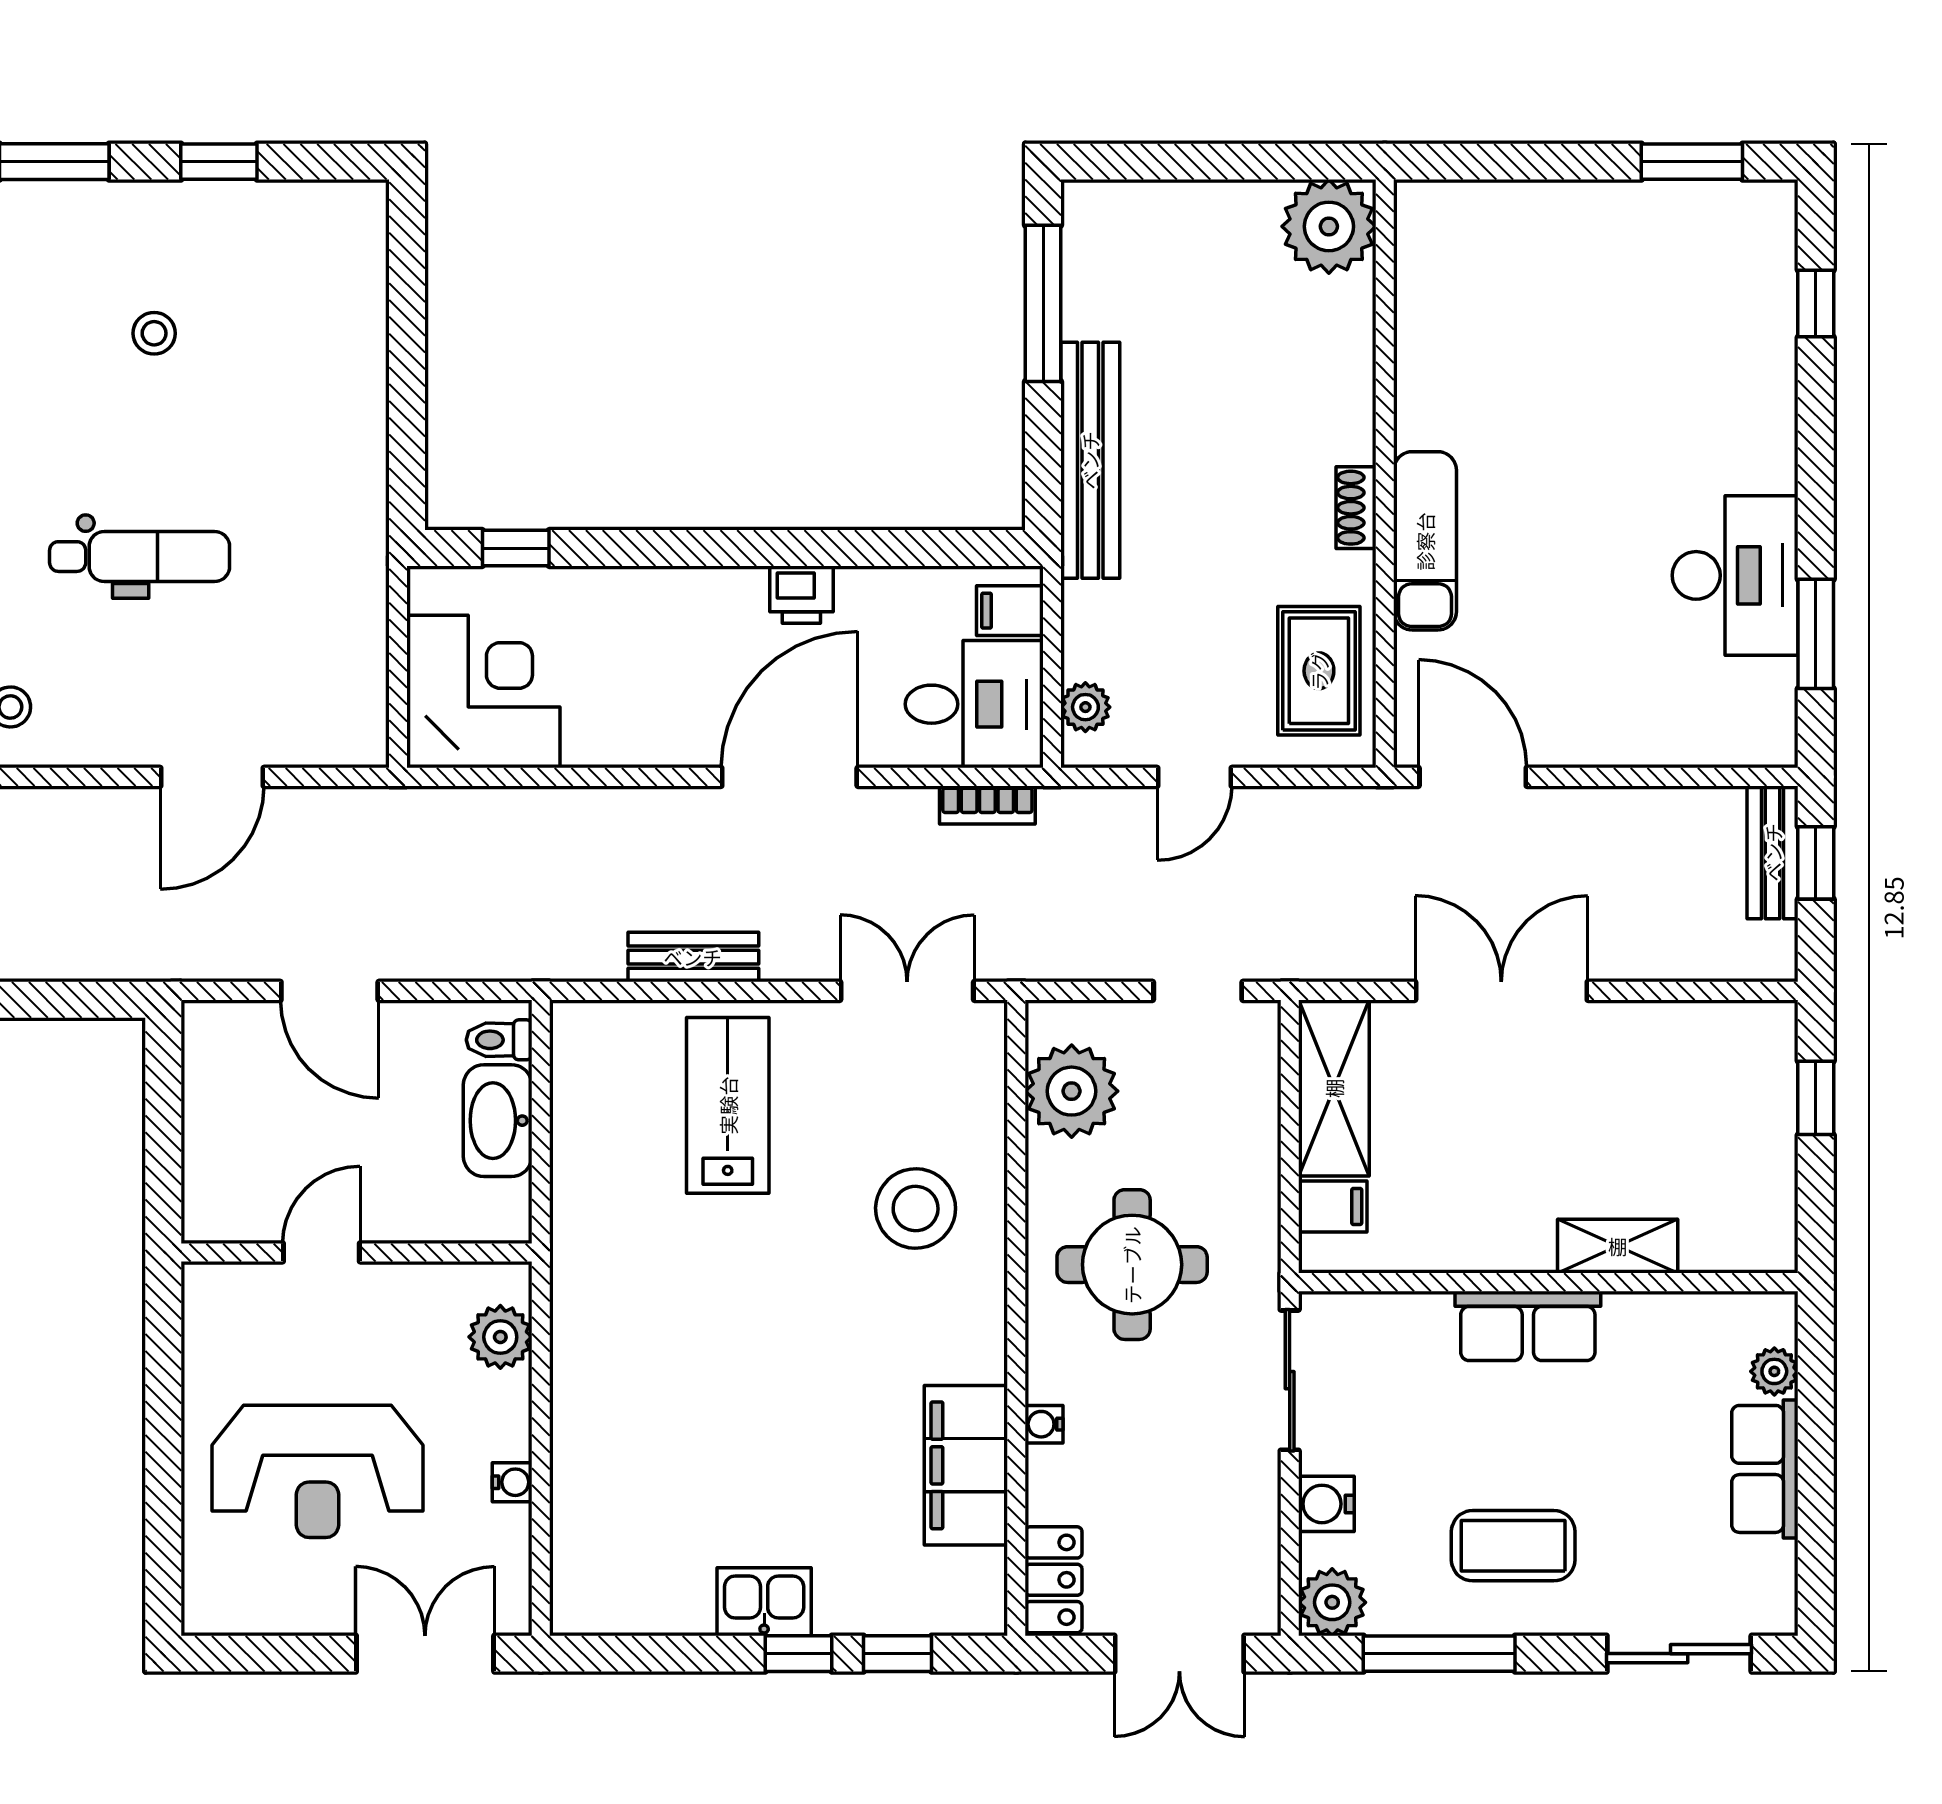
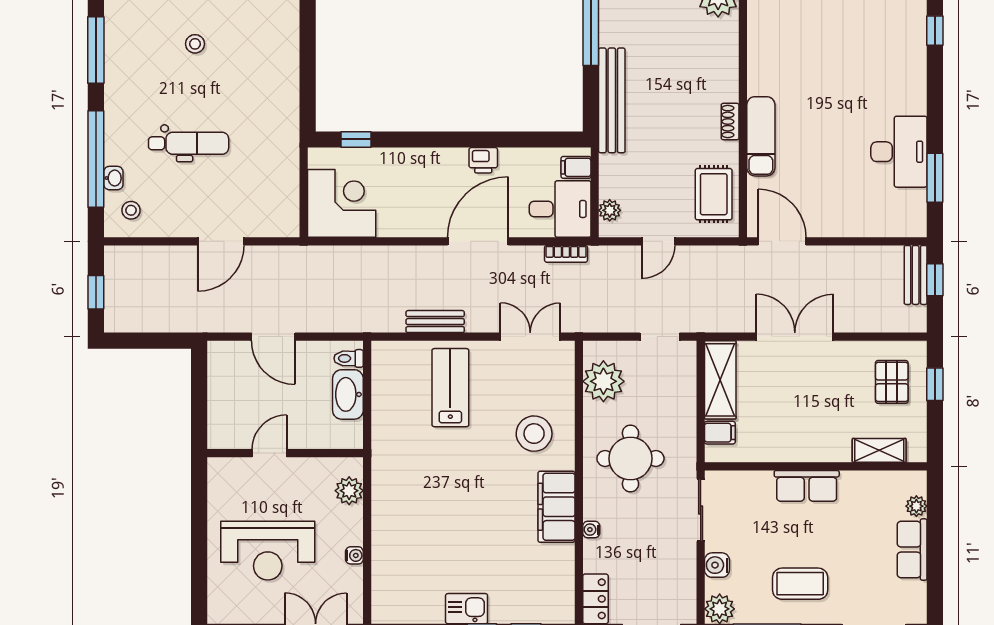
pallet: (1719, 1093) -> (892, 382), added
shelving: (1618, 1246) -> (879, 450), moved
filing cabinet: (966, 1465) -> (556, 507), moved

